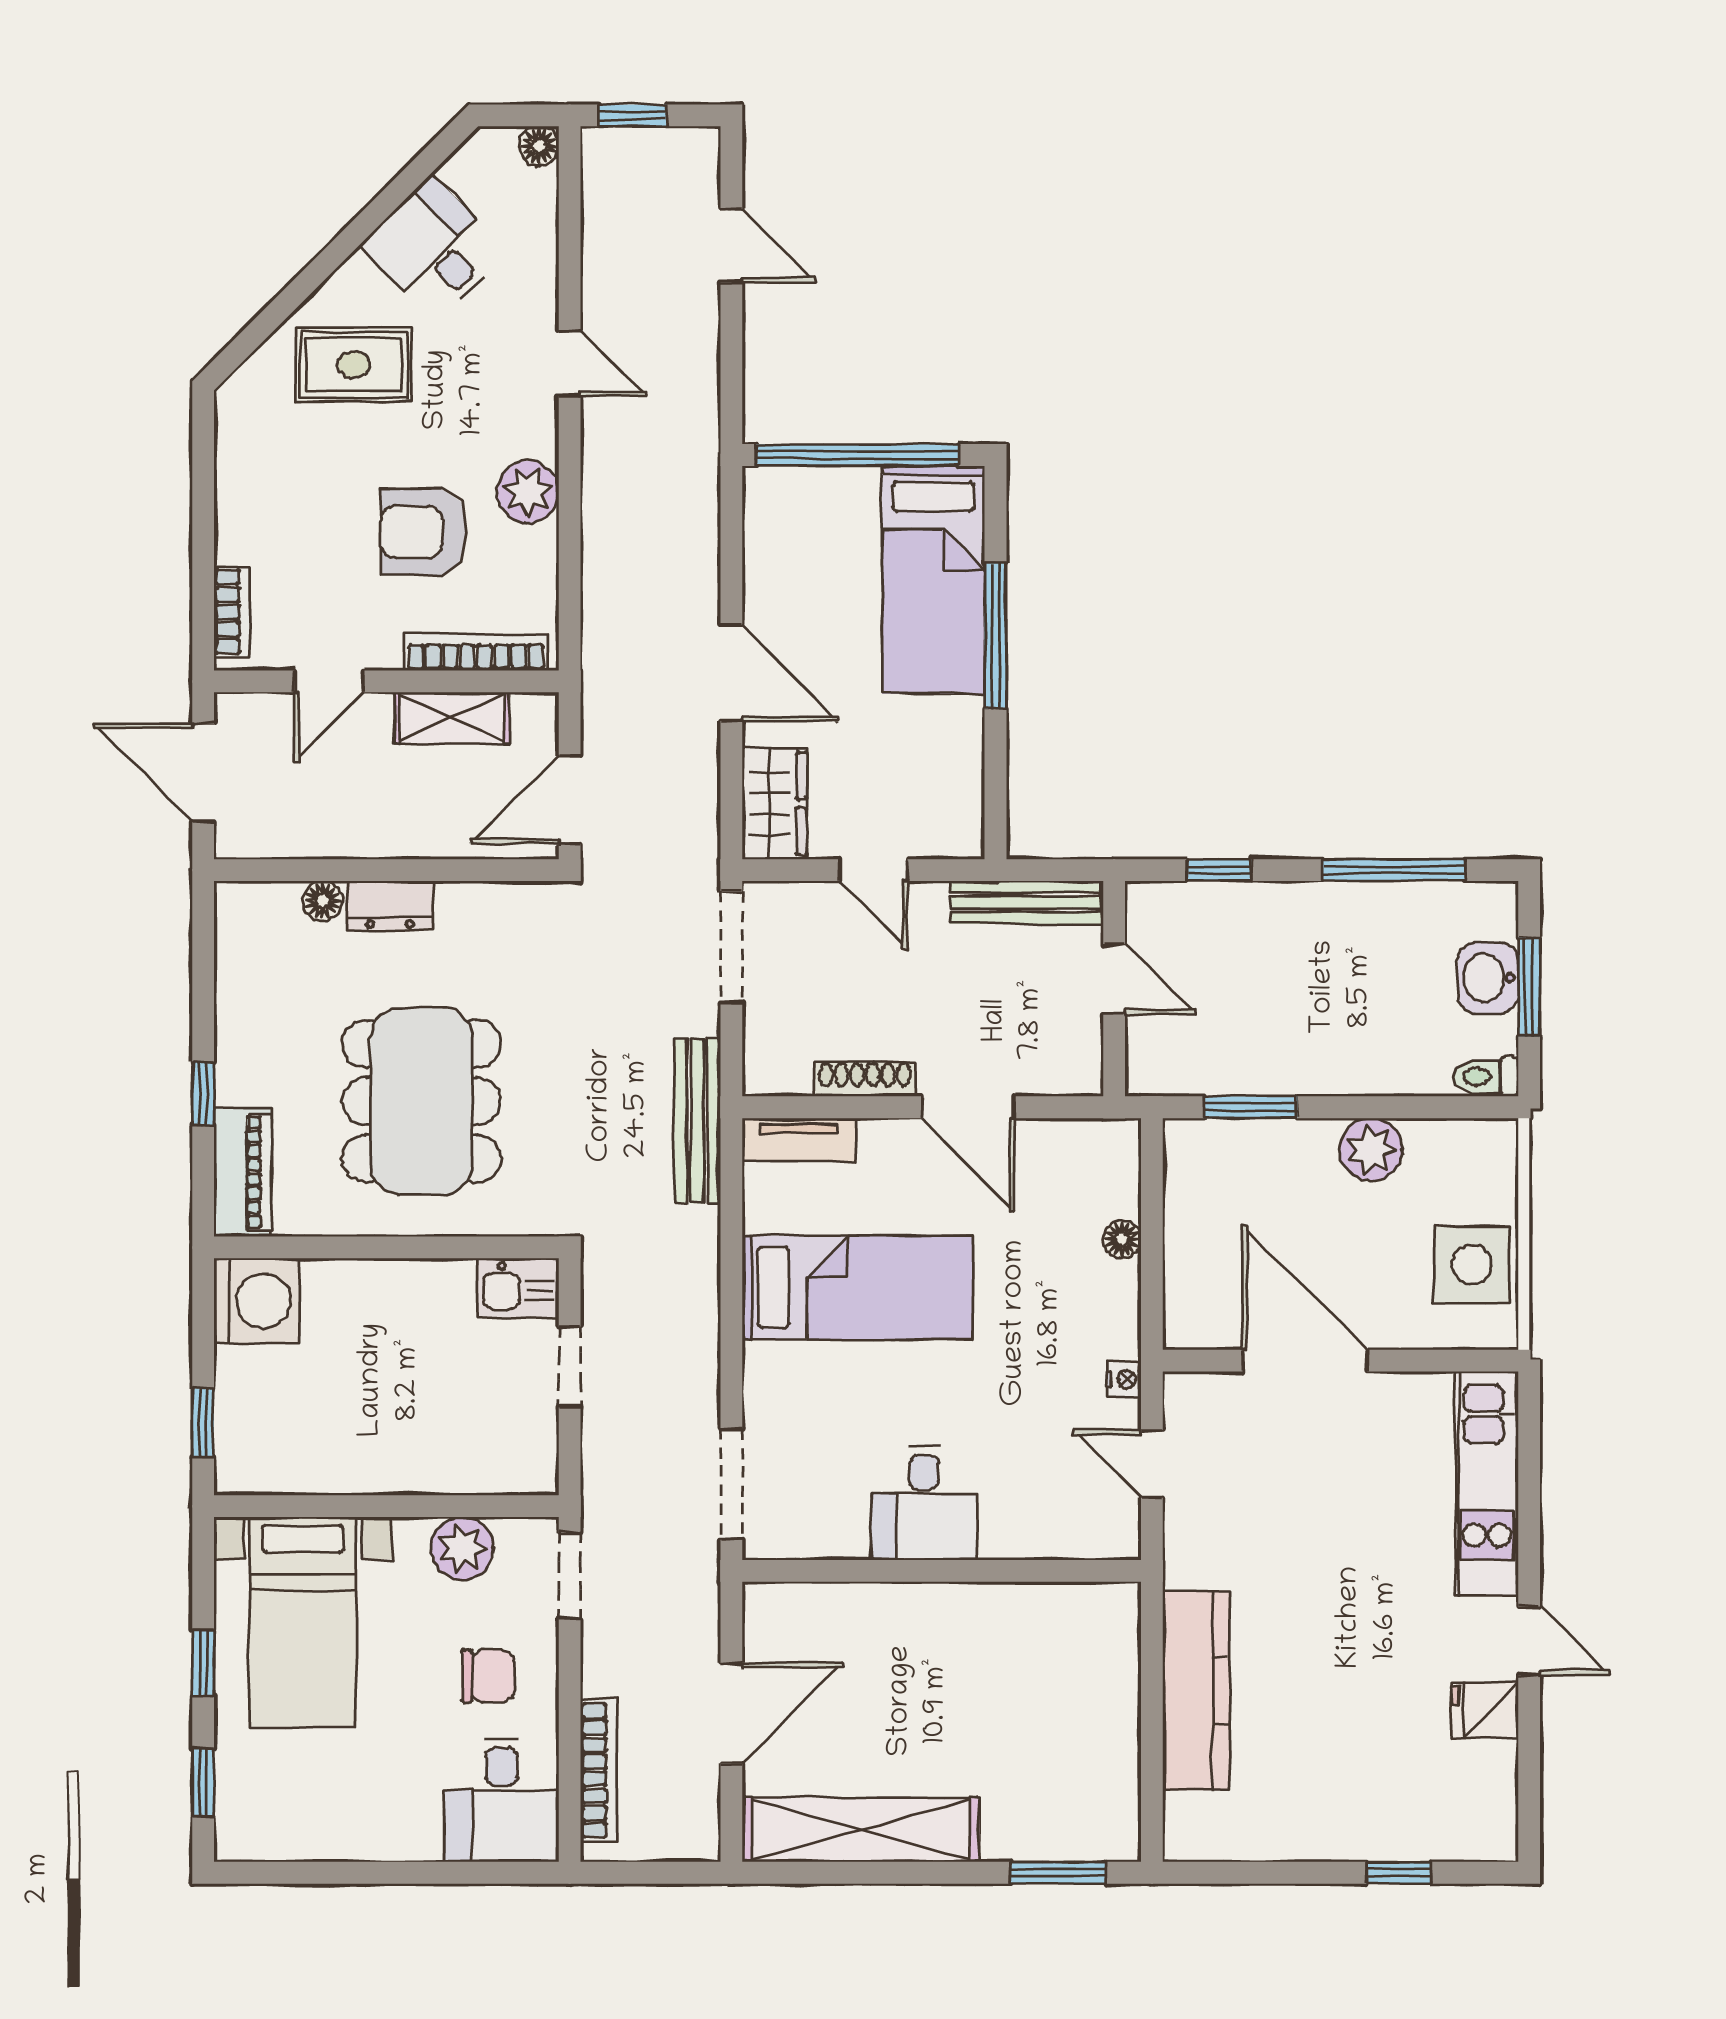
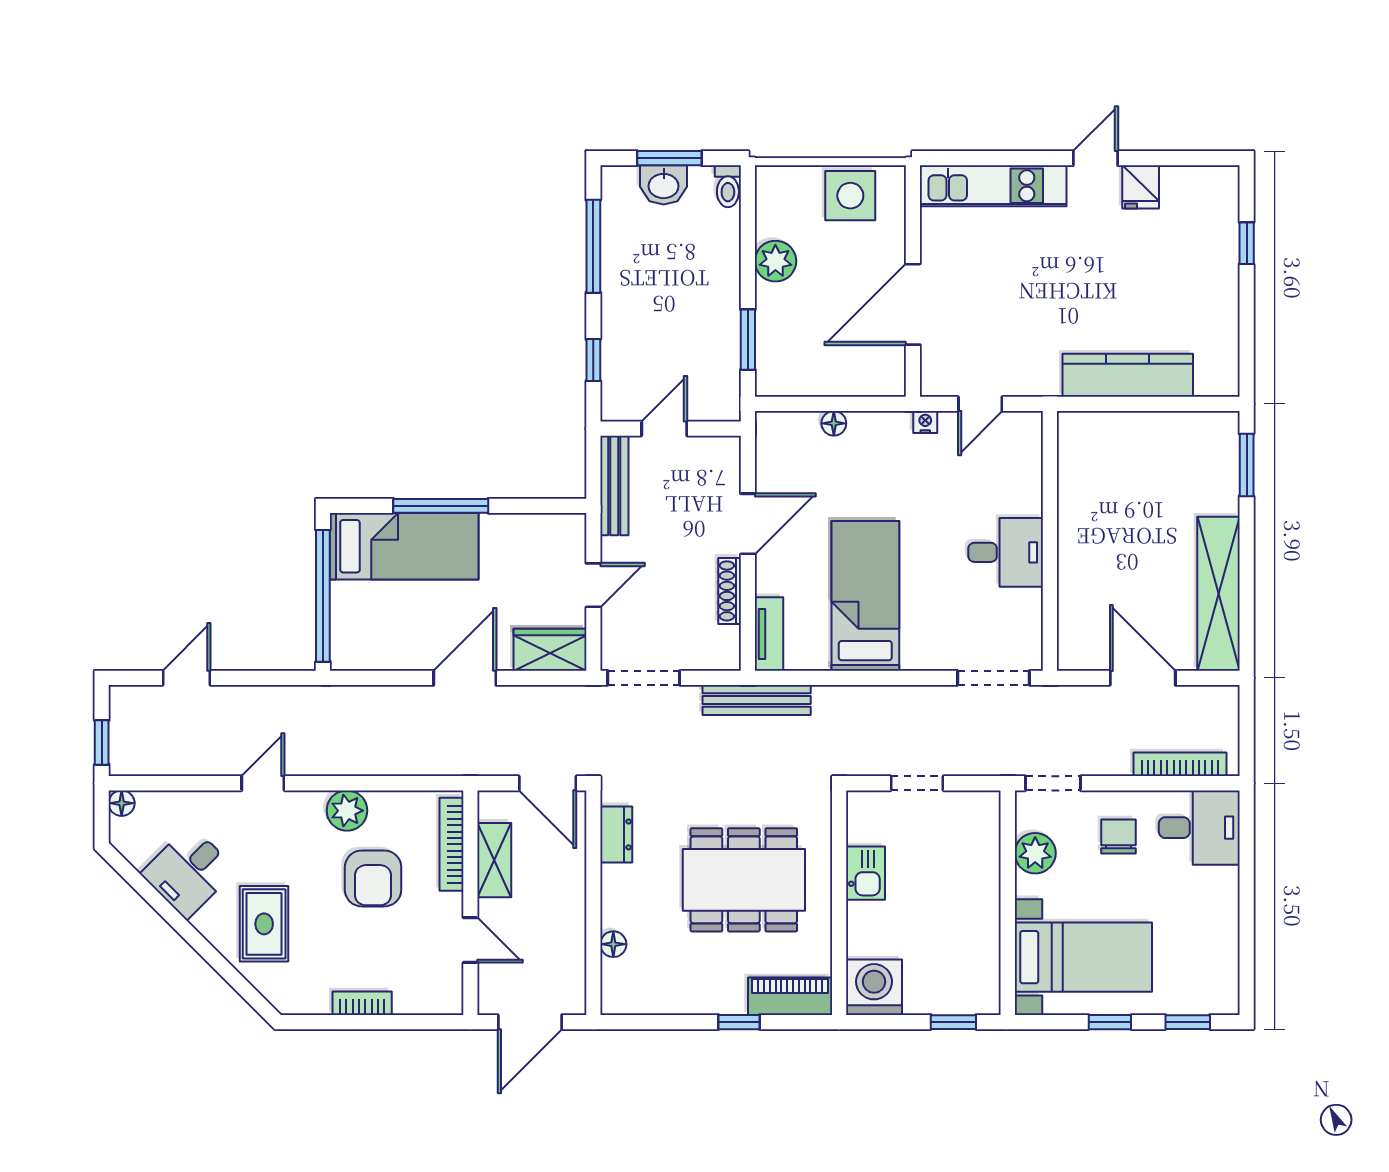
bookcase: (232, 612) -> (362, 1003), moved
dresser: (390, 905) -> (616, 834), moved
kitchen sink: (518, 1288) -> (866, 873), moved

